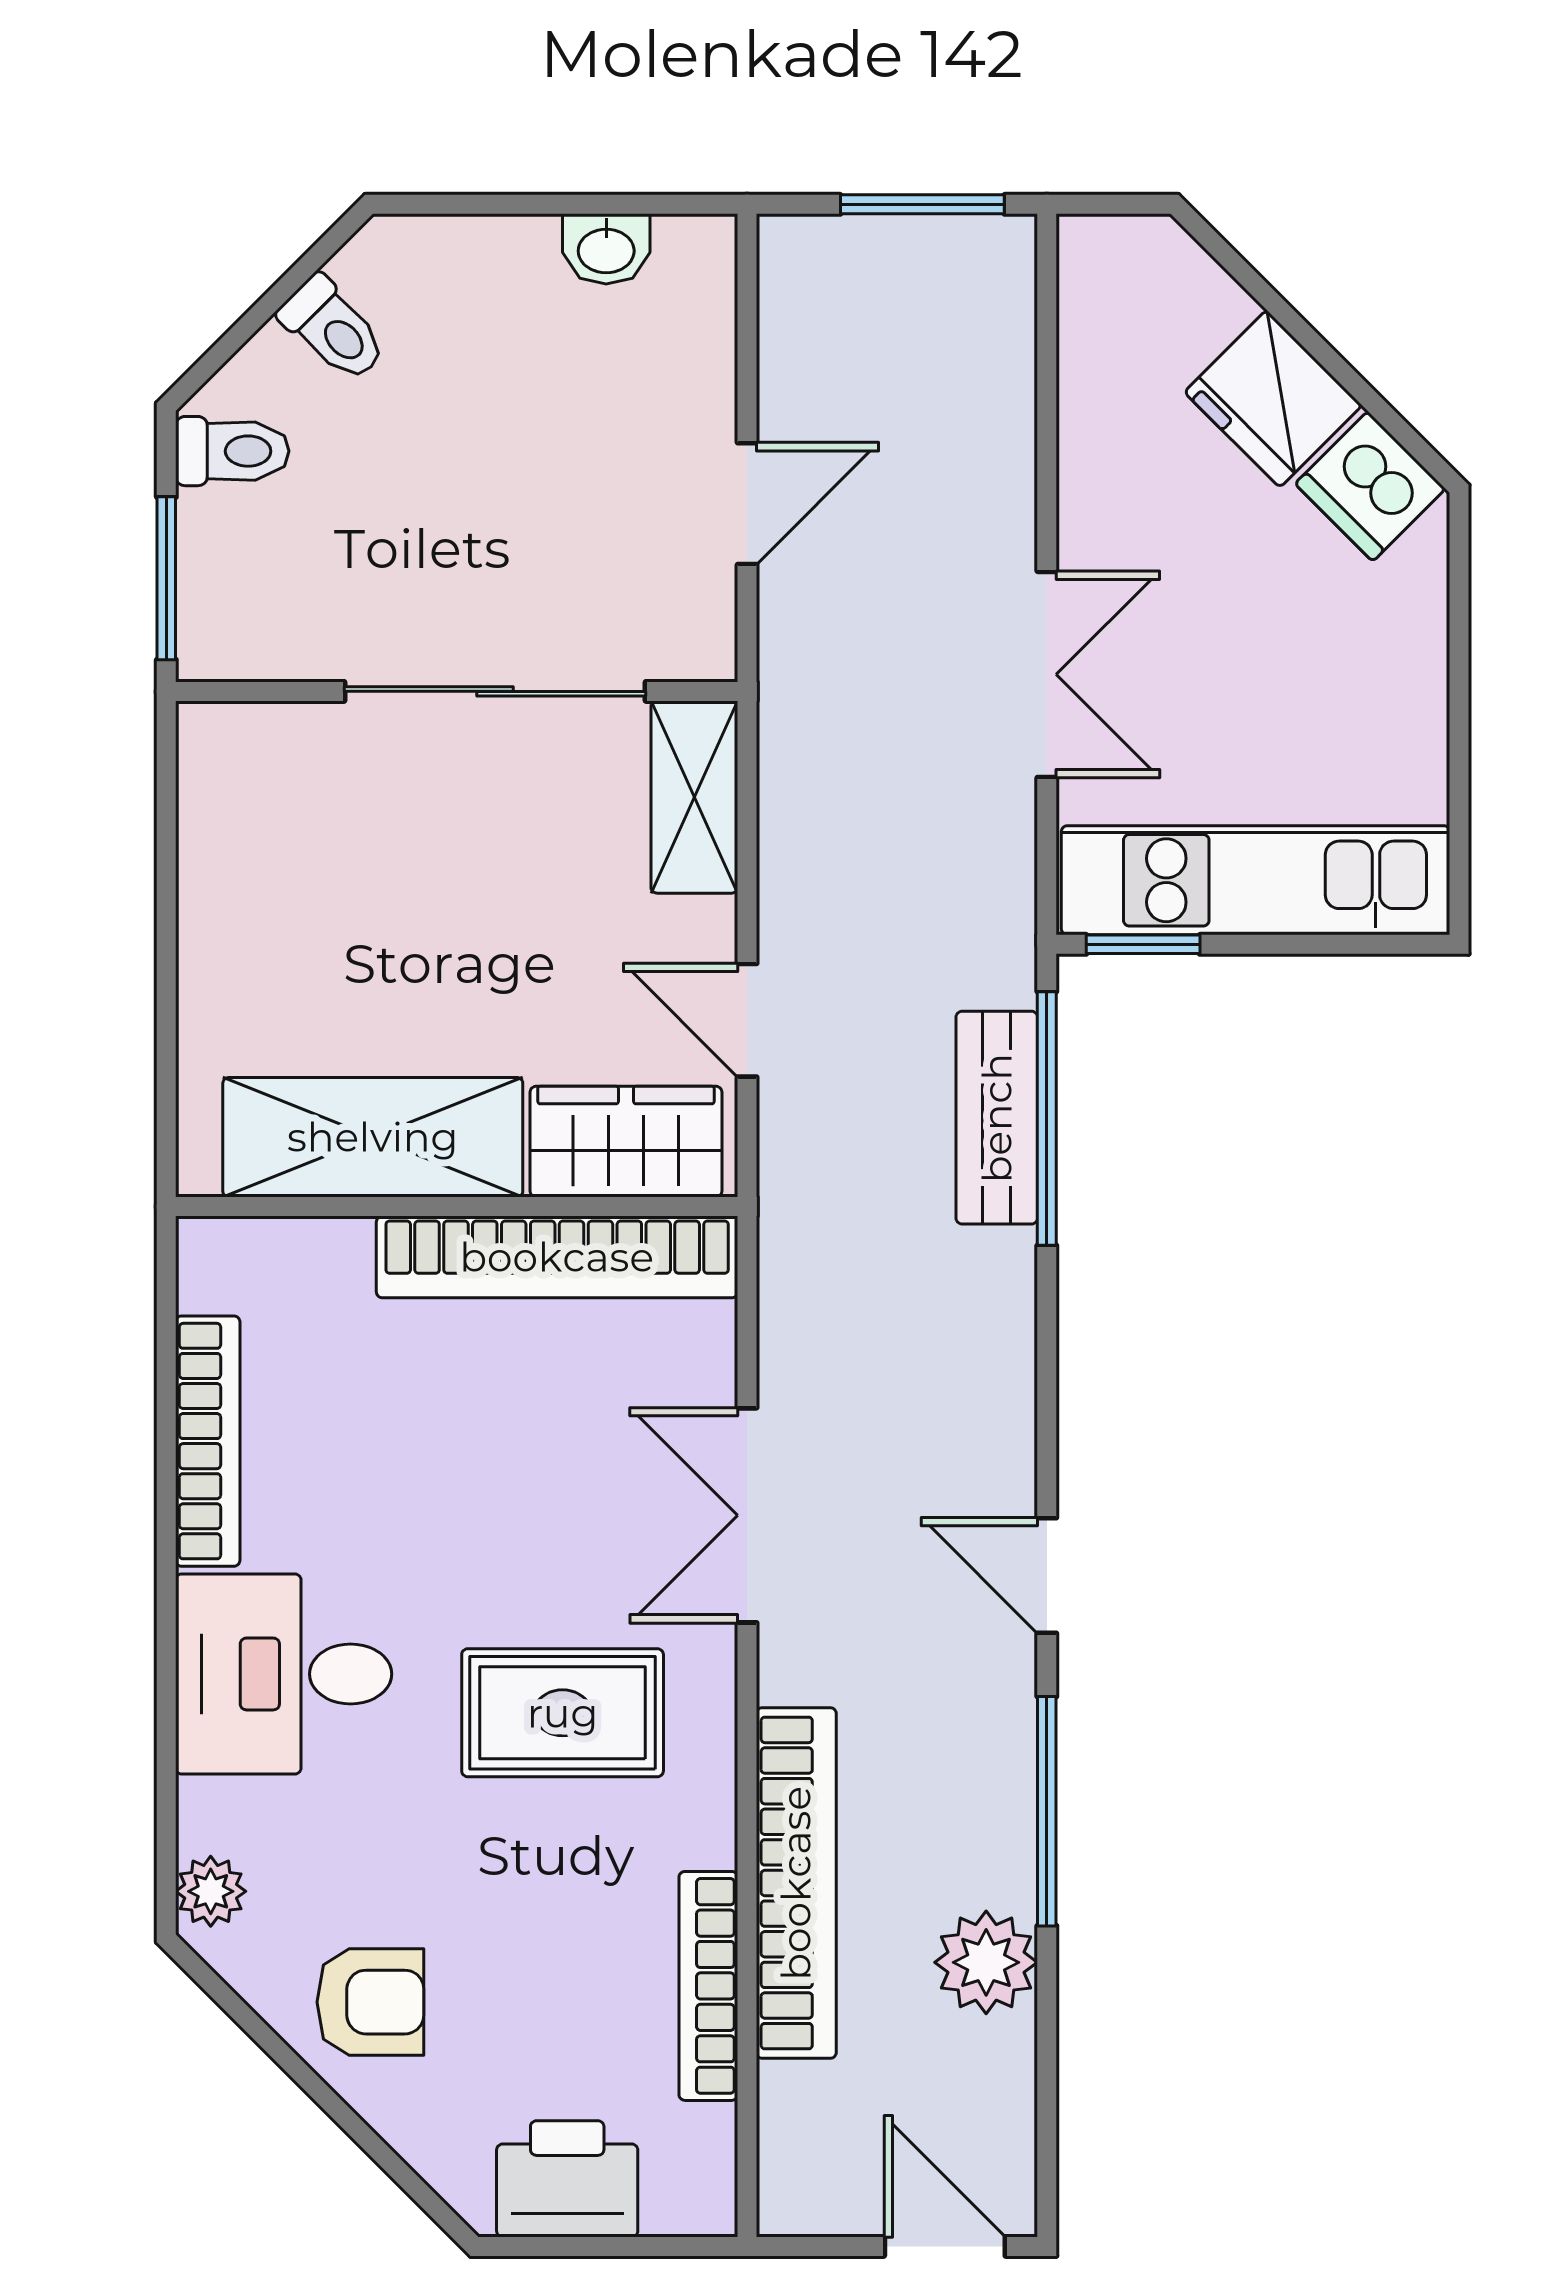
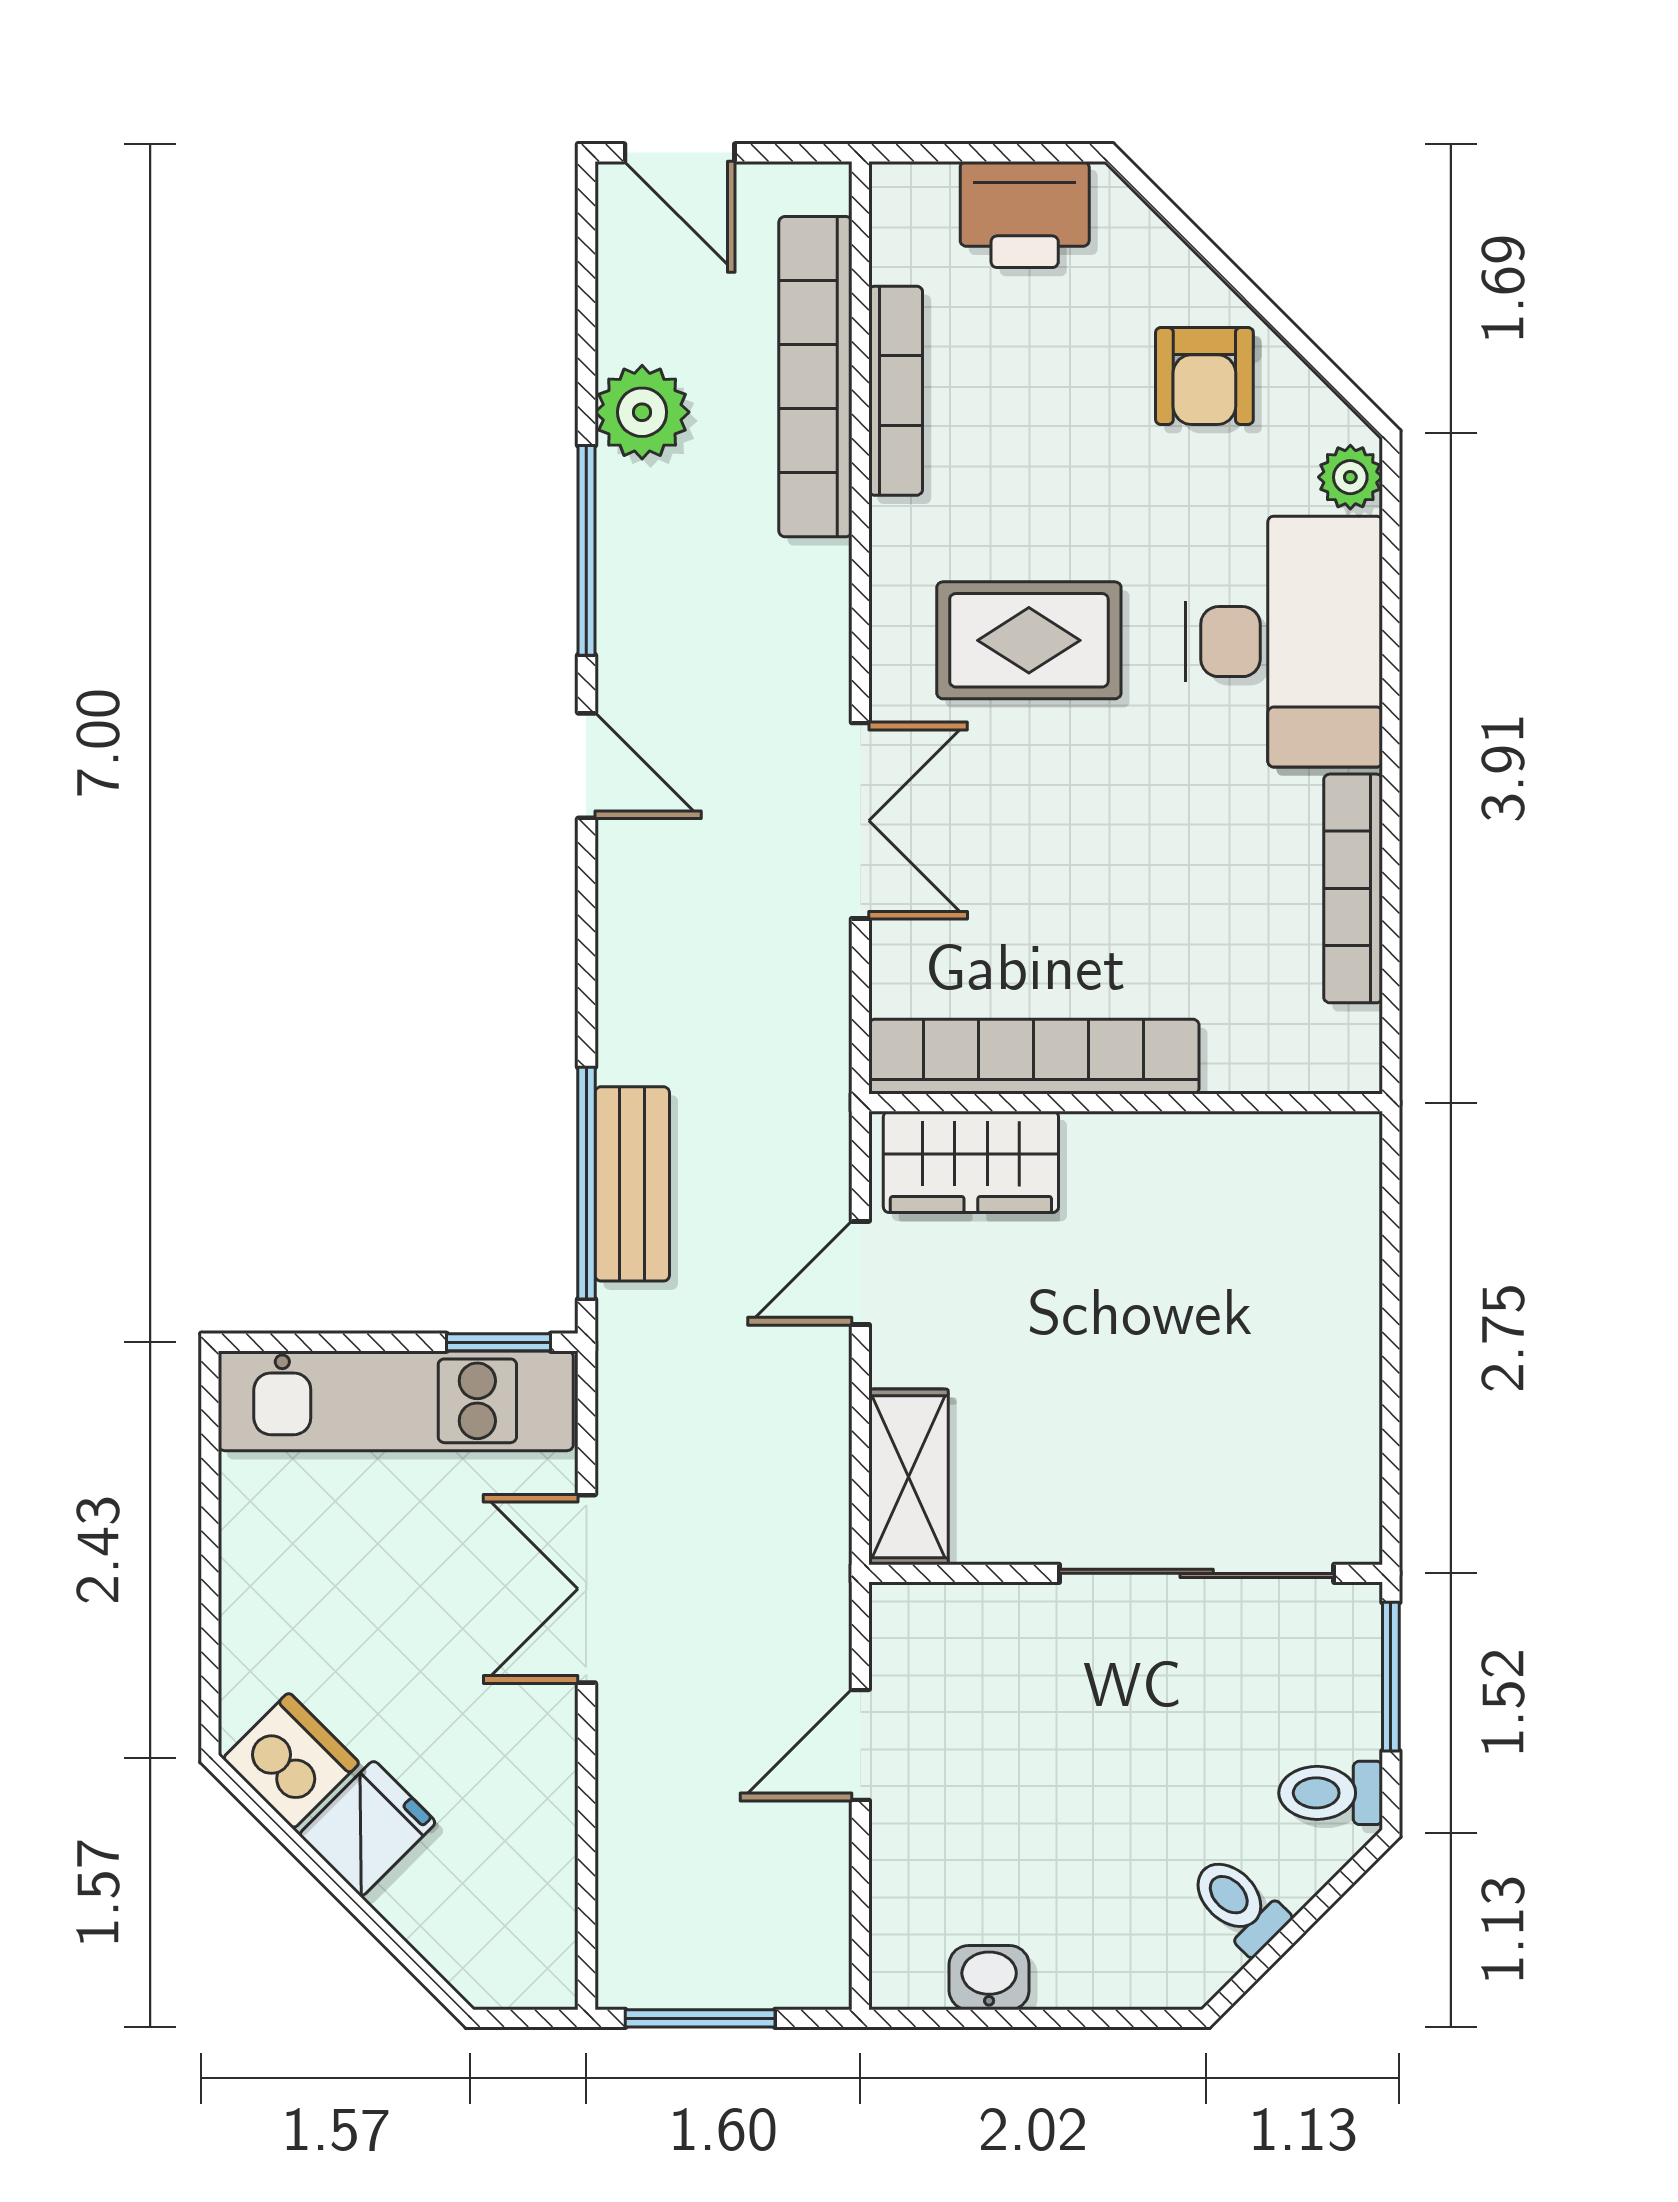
fridge: (1273, 399) -> (368, 1828), width x0.72
sliding door: (495, 691) -> (1197, 1573), moved
door: (747, 1020) -> (860, 1273), swing flipped
shelving: (373, 1137) -> (1202, 1166), removed
desk: (284, 1674) -> (1284, 642), width x1.37
bookcase: (796, 1883) -> (815, 377), moved
armchair: (370, 2002) -> (1204, 376), turned -90

